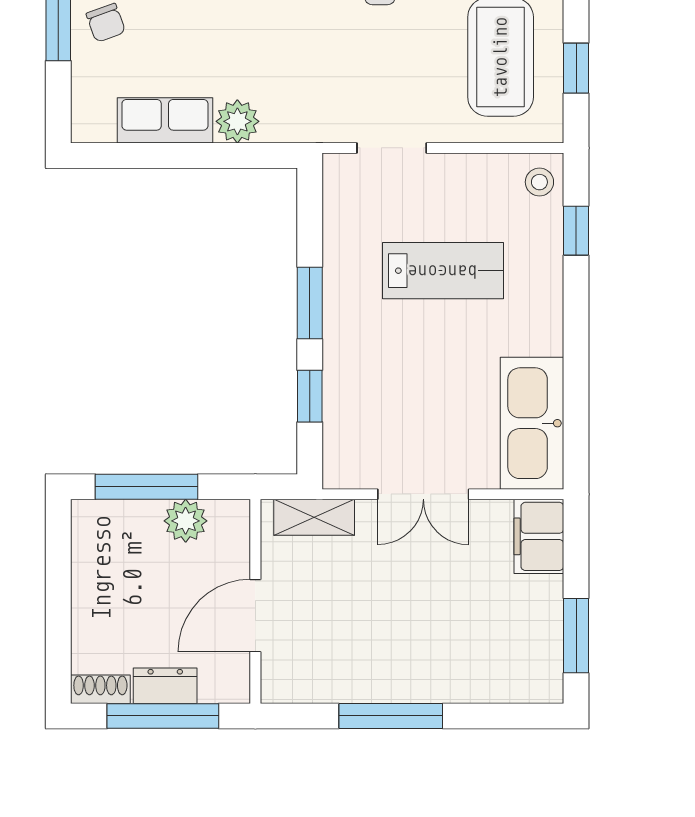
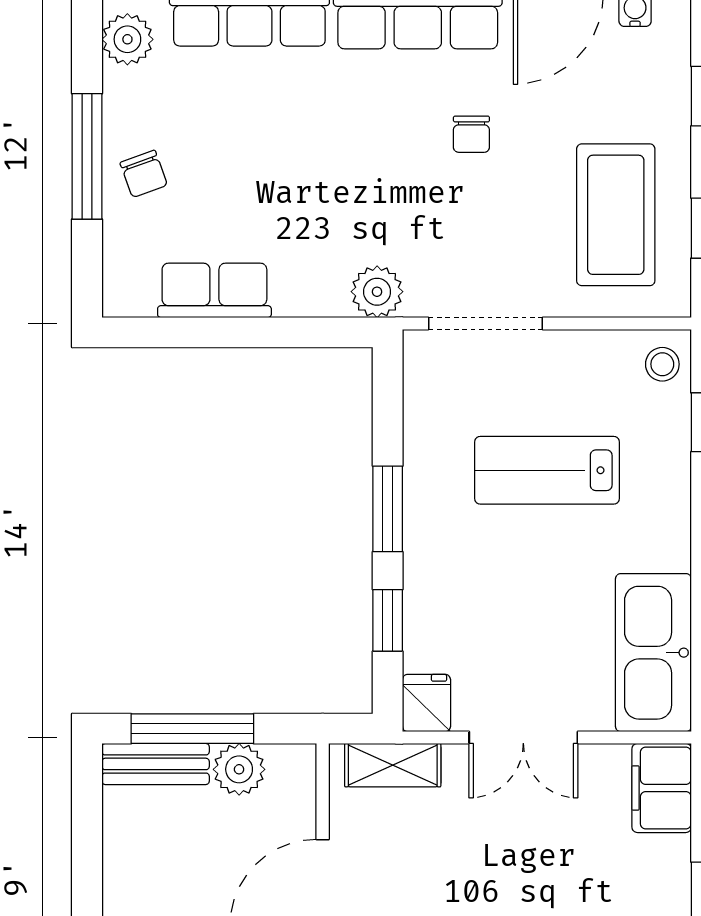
plant: (237, 121) -> (377, 292), moved
doorway: (392, 148) -> (486, 324), width x1.38
lab bench: (443, 271) -> (547, 470), turned 180
fridge: (342, 465) -> (426, 703), added
bench: (116, 516) -> (156, 764), added

